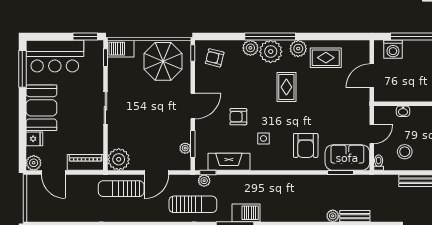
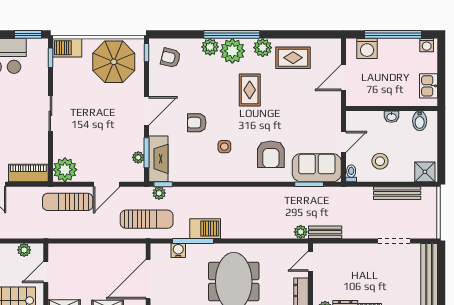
washbasin: (403, 111) -> (392, 117), moved
fireplace: (229, 162) -> (158, 159), moved, turned 90

